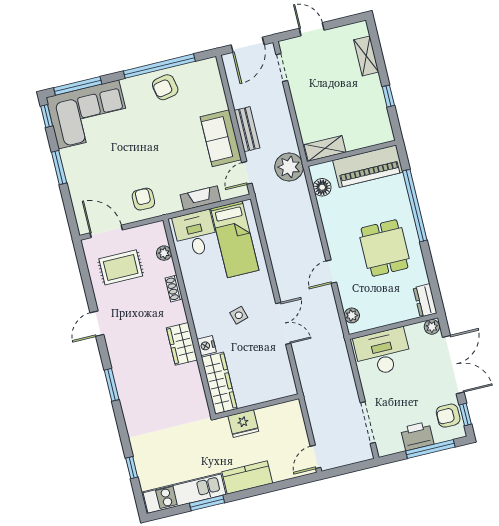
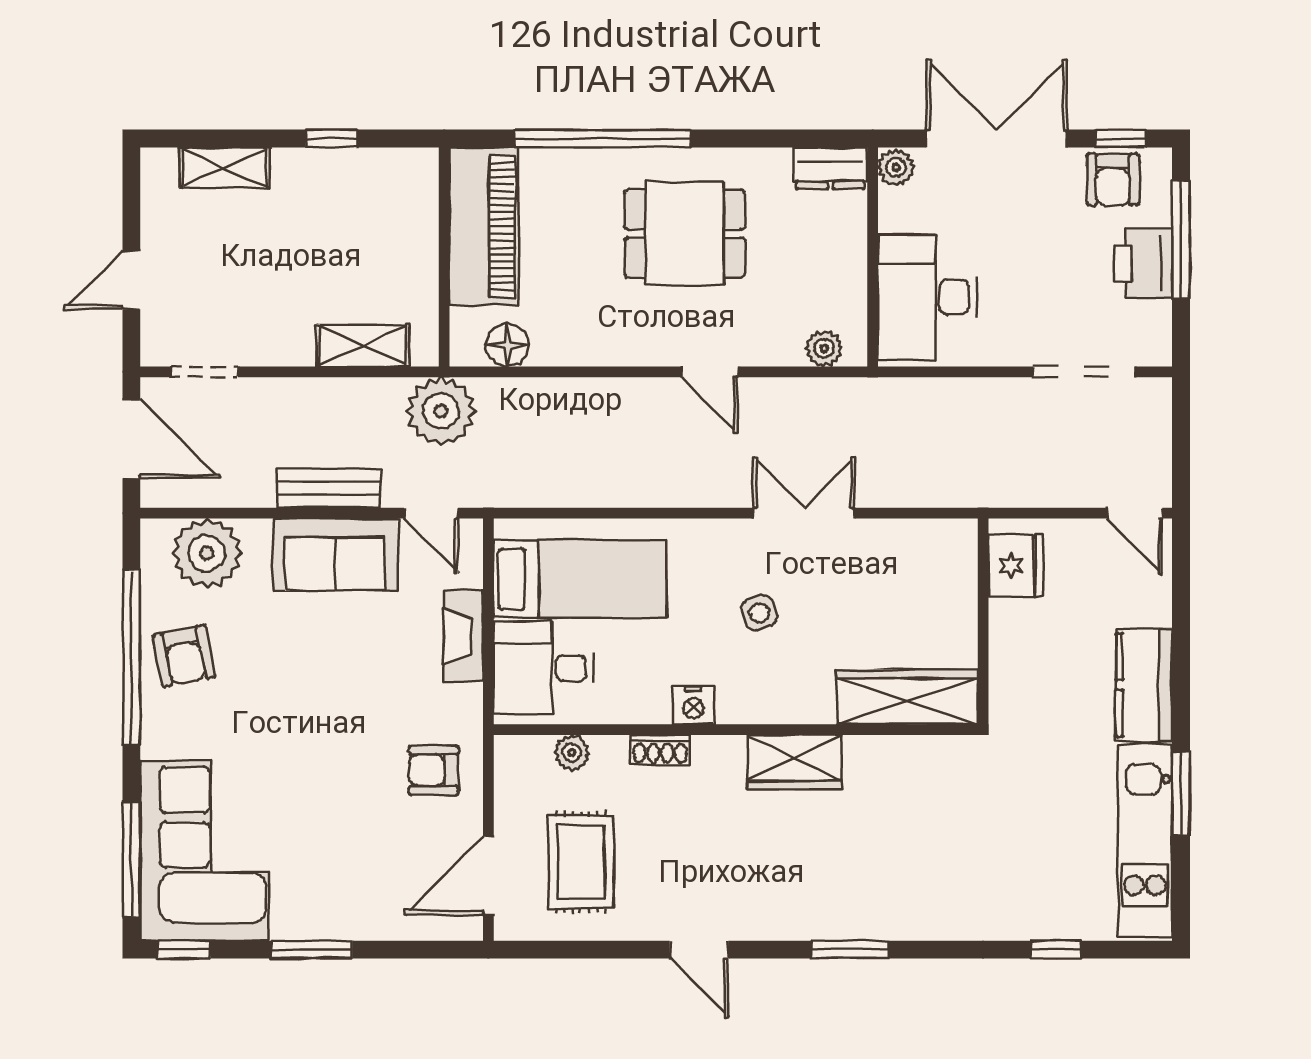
plant: (209, 86) -> (207, 553), added
shelving: (325, 148) -> (363, 346), moved, turned 90
nightstand: (207, 346) -> (693, 705), moved
fridge: (243, 423) -> (1016, 565), moved

